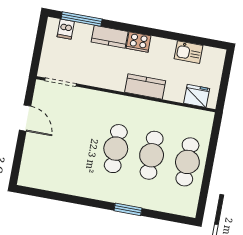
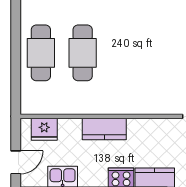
door: (226, 72) -> (16, 162), added
cafe table: (116, 149) -> (124, 53), removed

